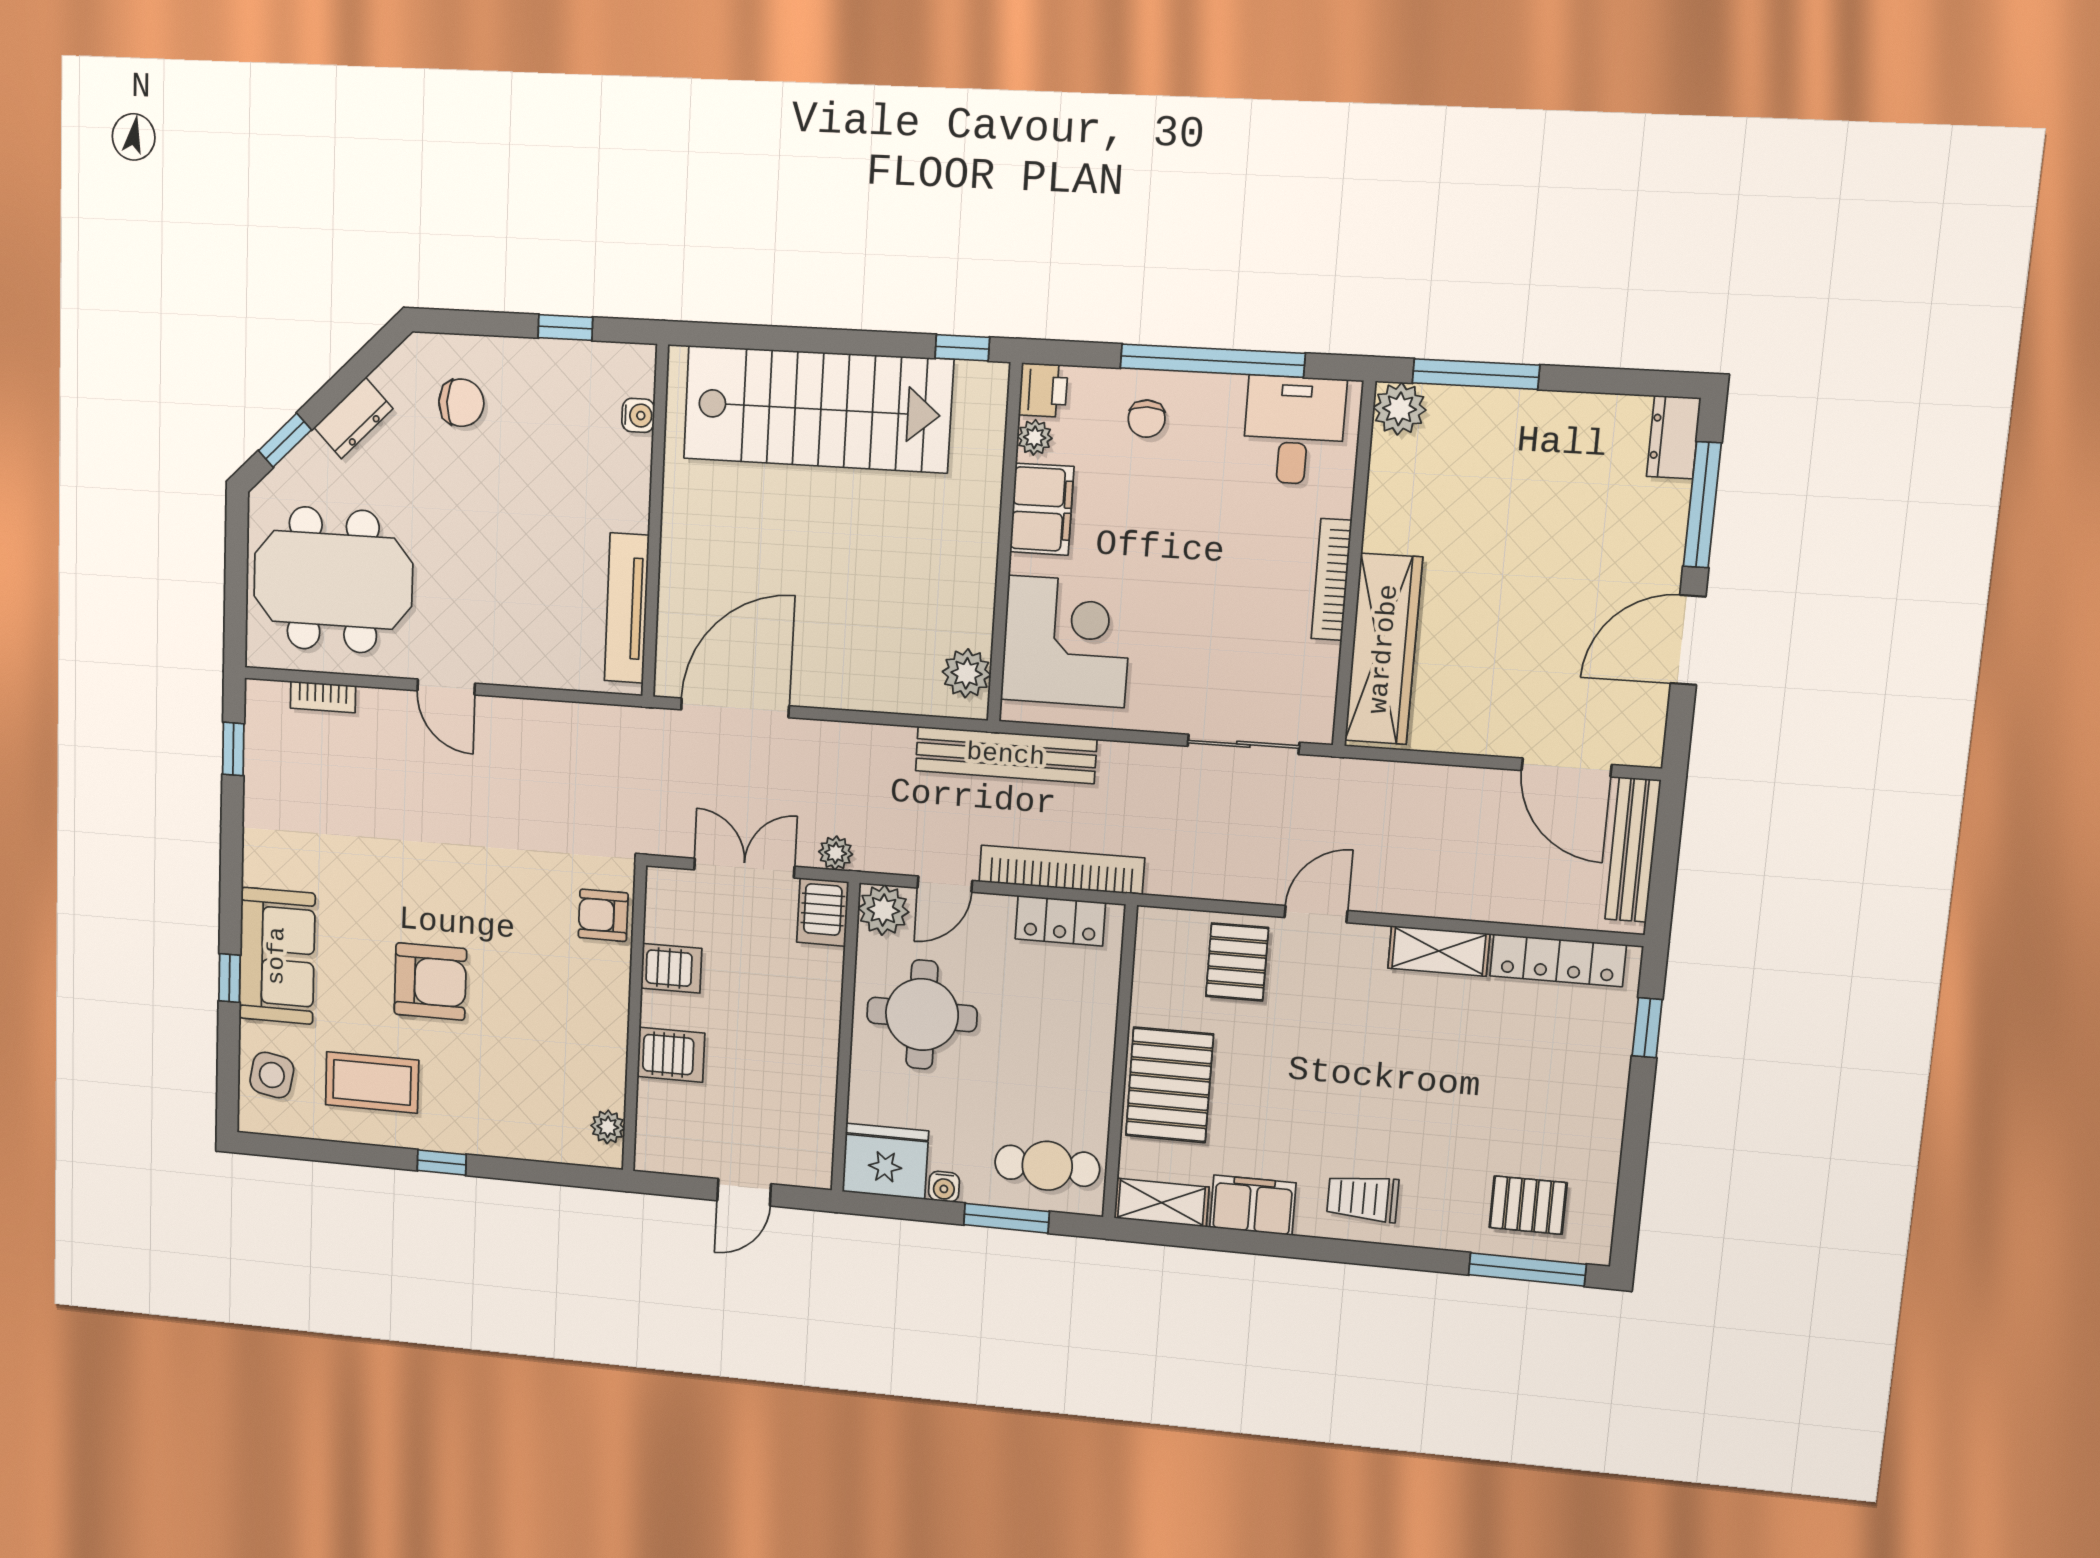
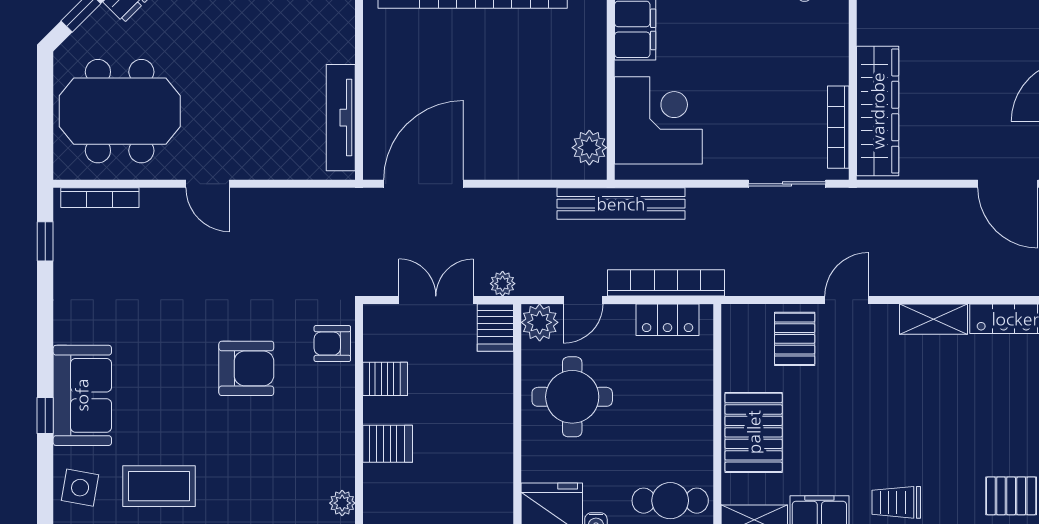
bookcase: (1331, 580) -> (838, 127), moved
bookcase: (323, 697) -> (100, 198), width x1.56
armchair: (430, 982) -> (246, 368), moved

